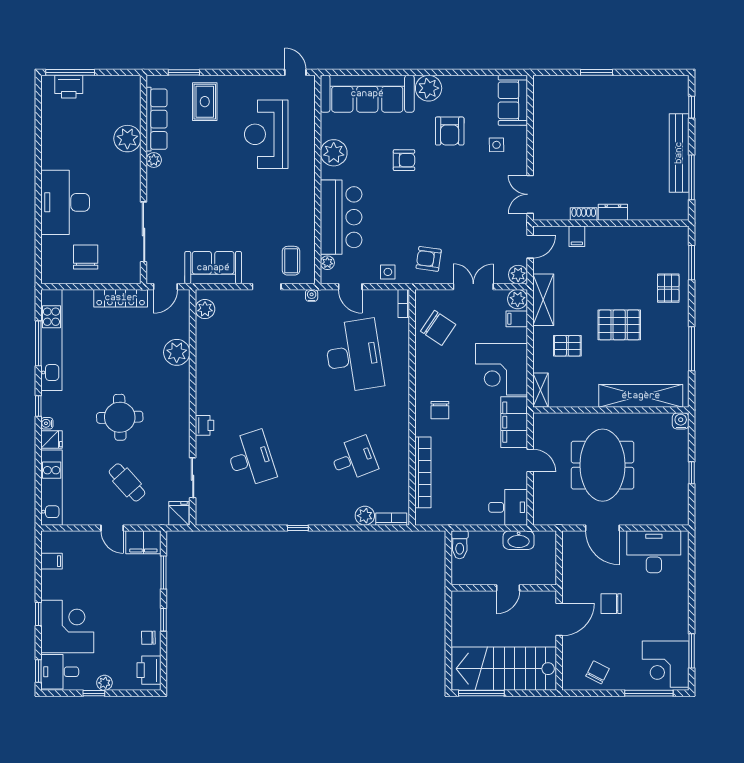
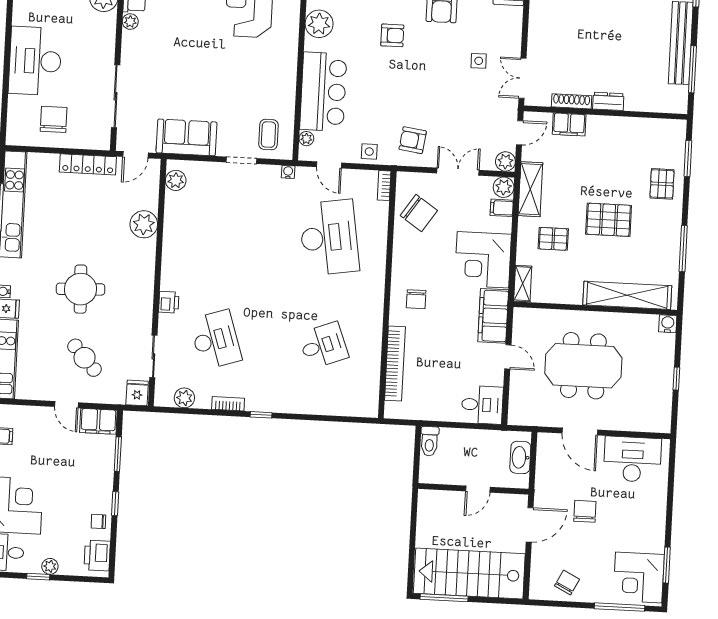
side table: (496, 145) -> (479, 61), moved
shoe rack: (584, 214) -> (572, 101), width x1.43
filing cabinet: (577, 236) -> (569, 124), width x2.00
meeting table: (603, 465) -> (583, 366), turned 90
plant: (365, 516) -> (184, 398), moved
bookcase: (391, 519) -> (228, 404), moved
washbasin: (519, 540) -> (520, 457), moved, turned 90
chair: (611, 604) -> (585, 511), turned 90

